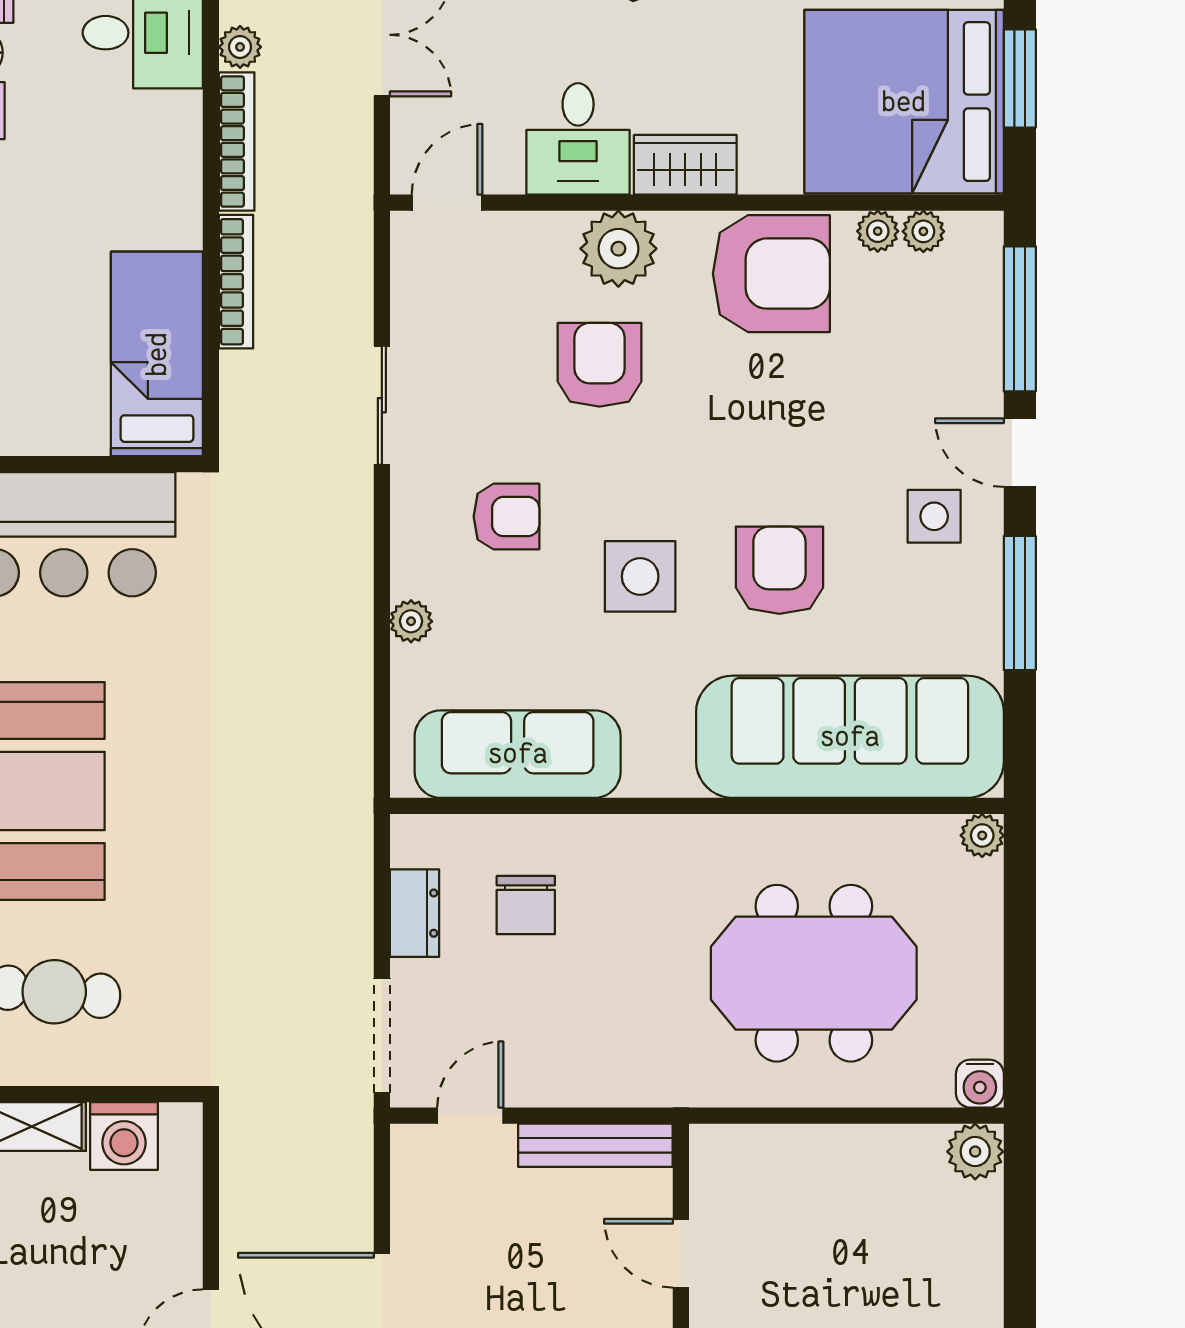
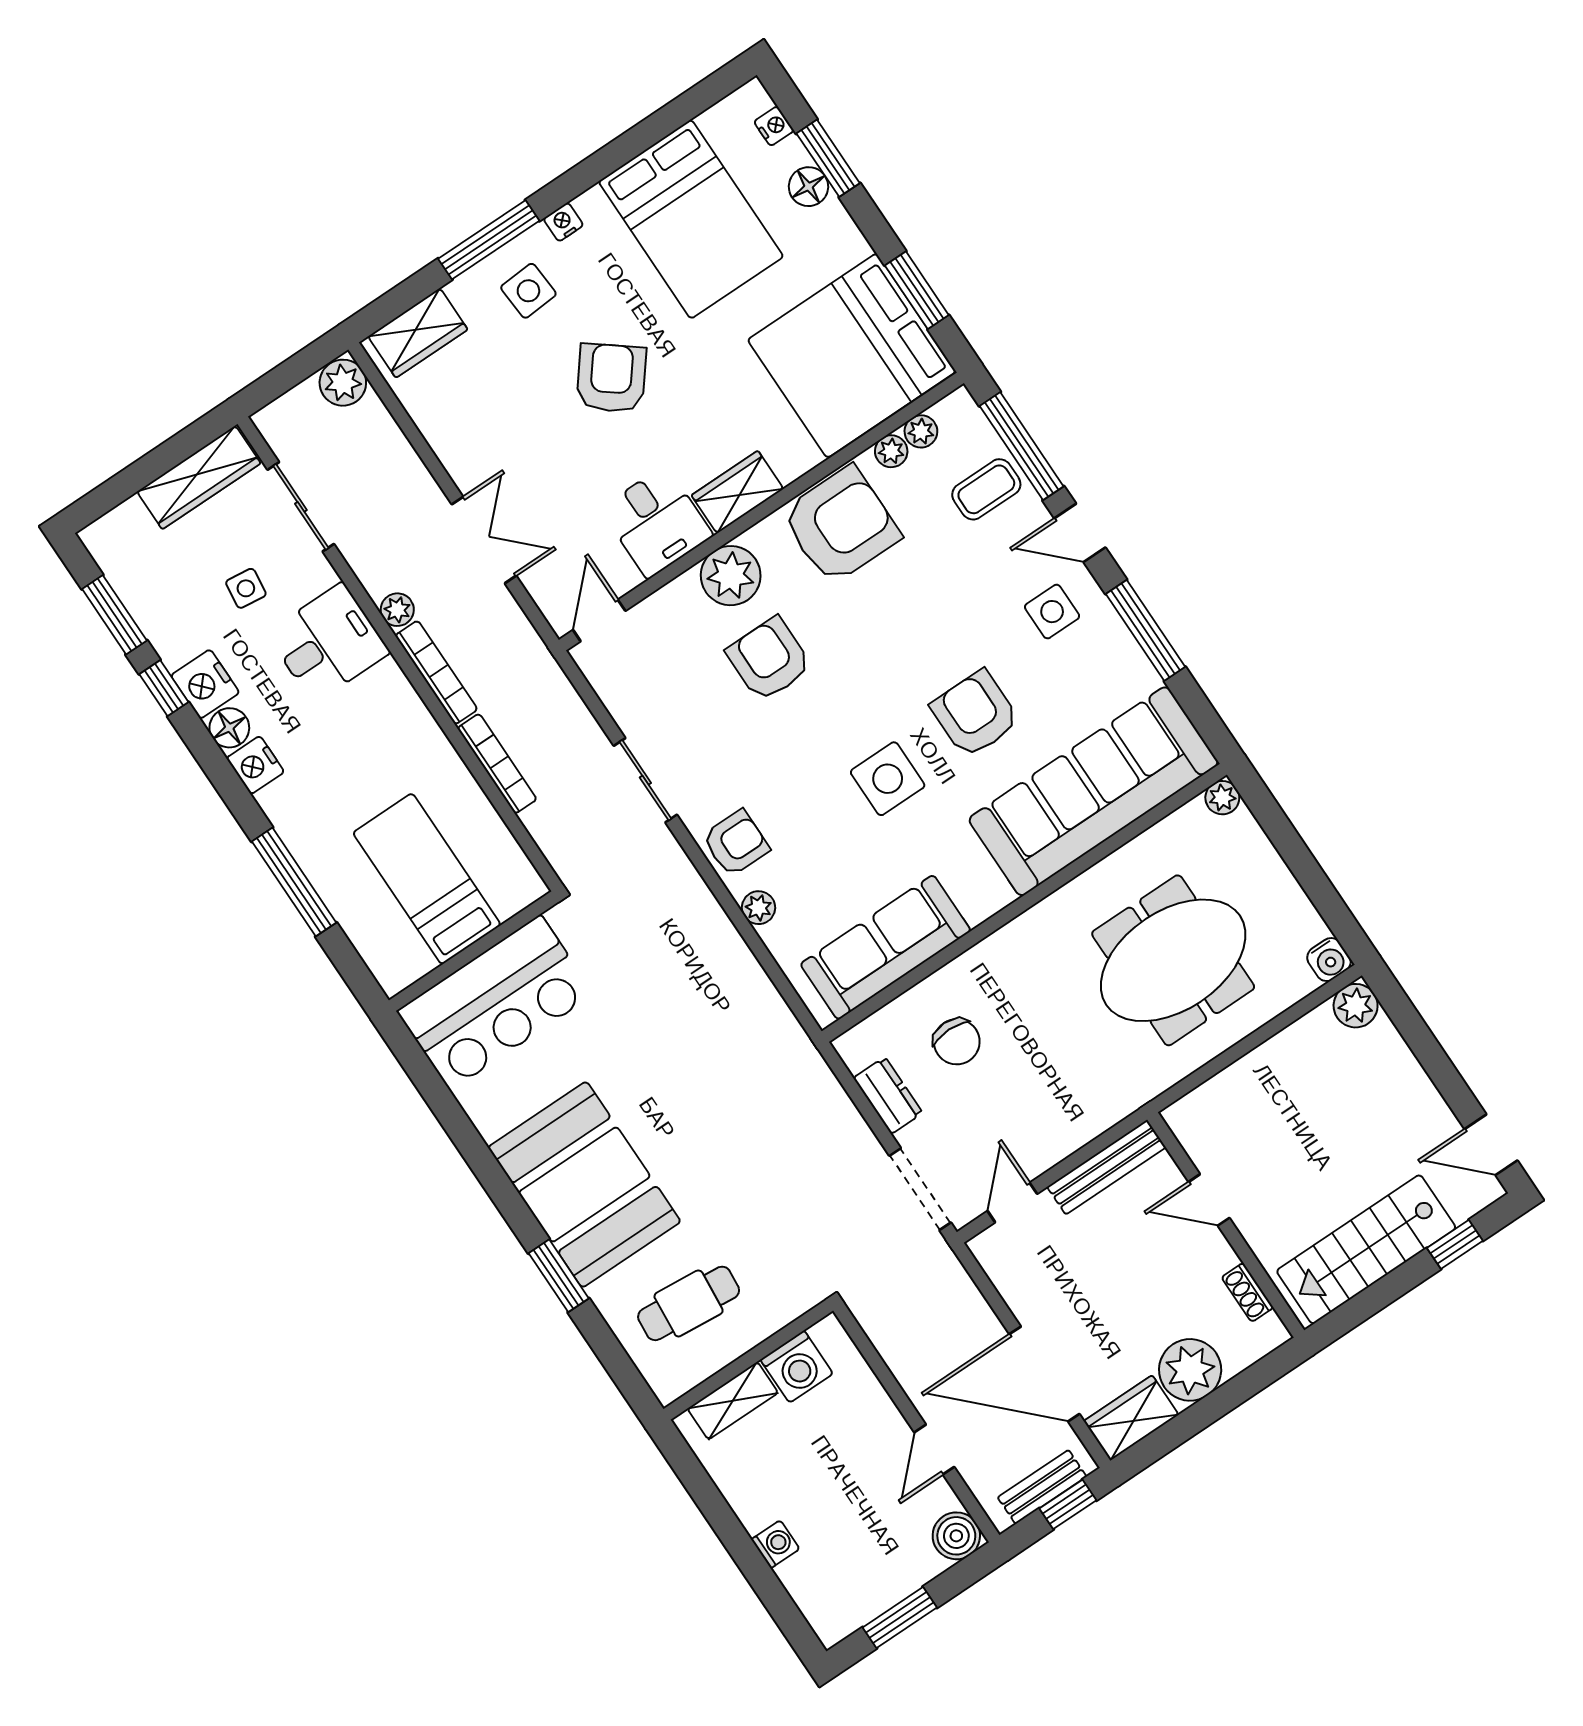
coffee table: (952, 340) -> (986, 489), added
bed: (157, 354) -> (427, 879), moved
armchair: (506, 517) -> (736, 843), moved

